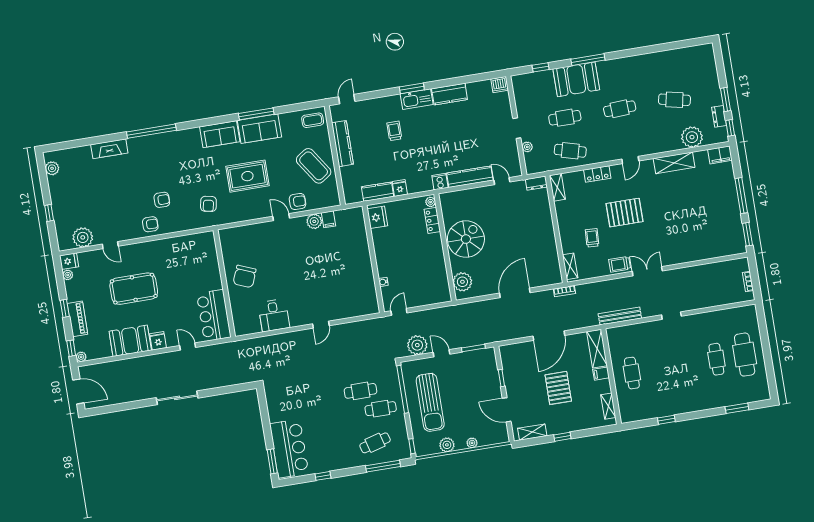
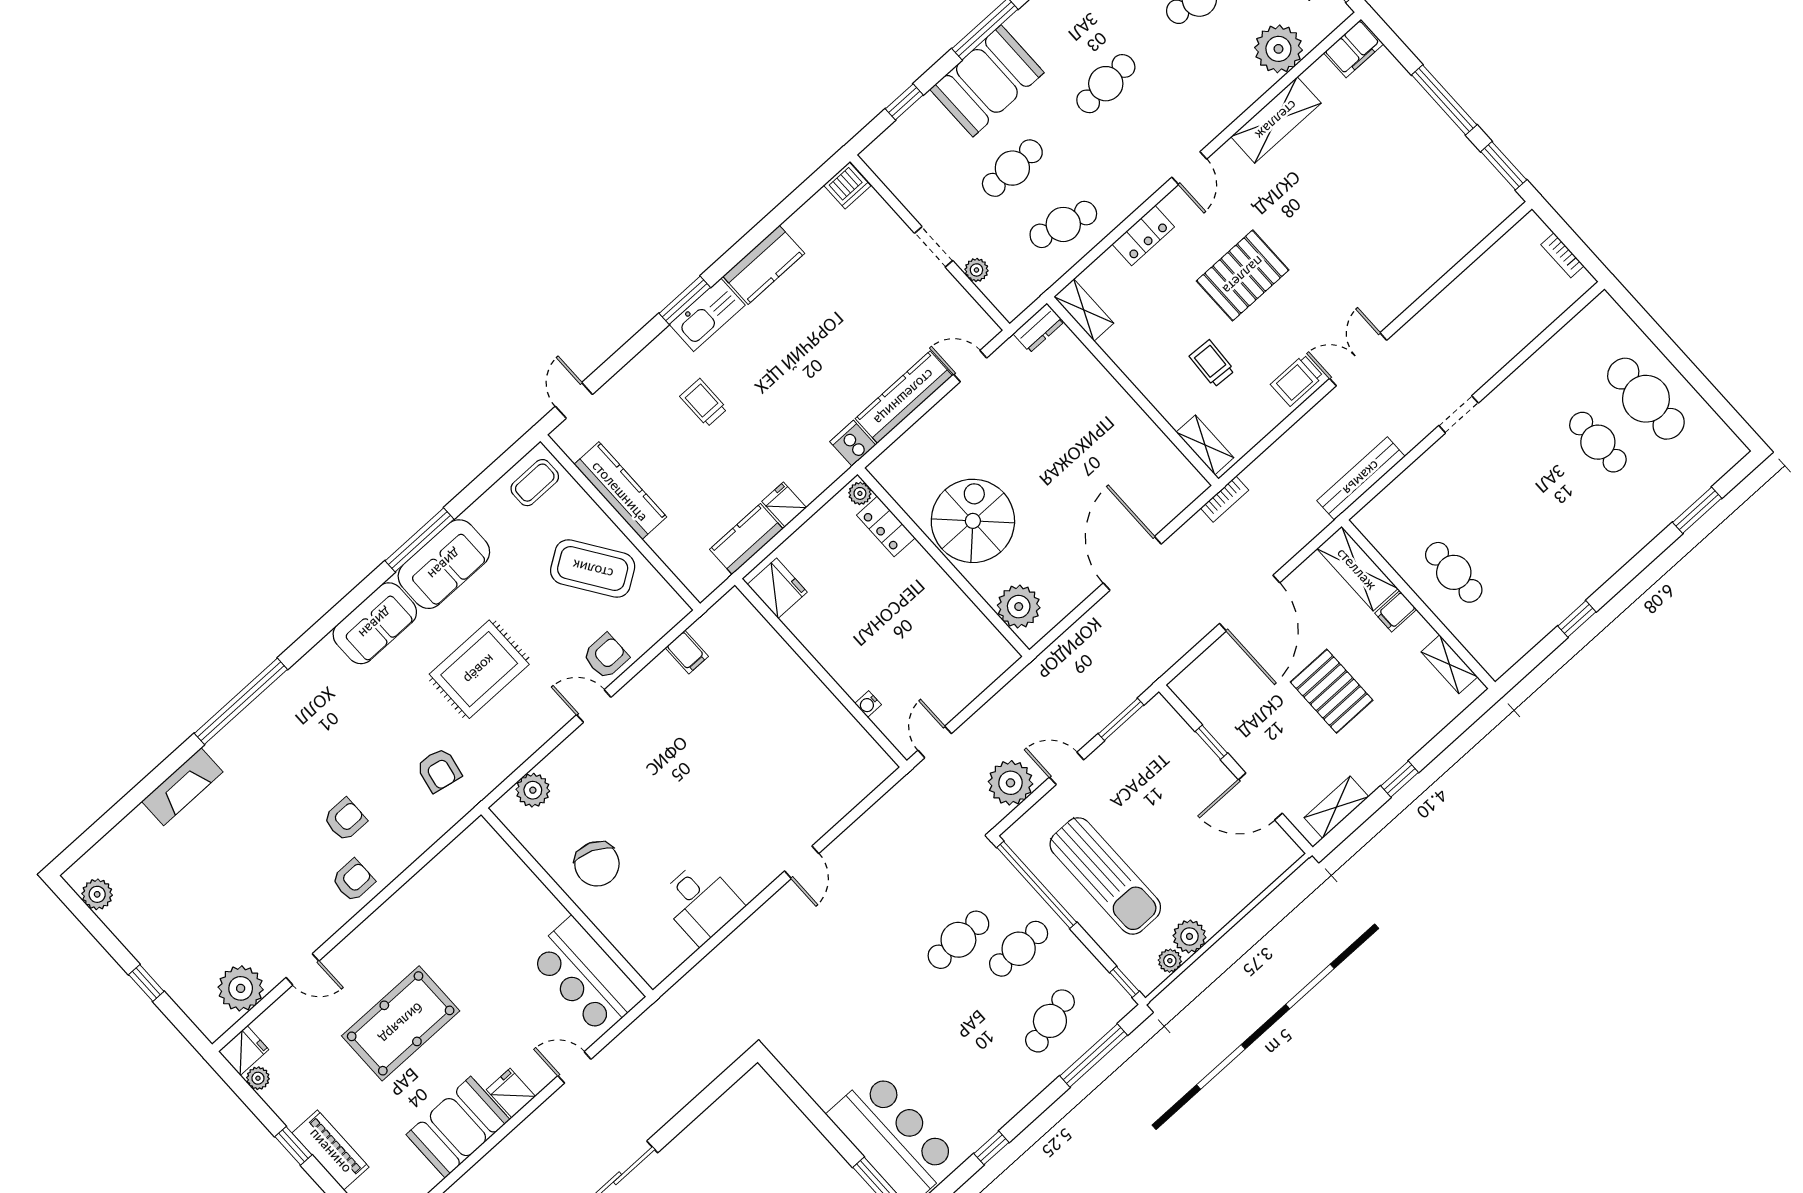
plant: (314, 221) -> (533, 790), moved
plant: (472, 443) -> (1170, 961), moved

